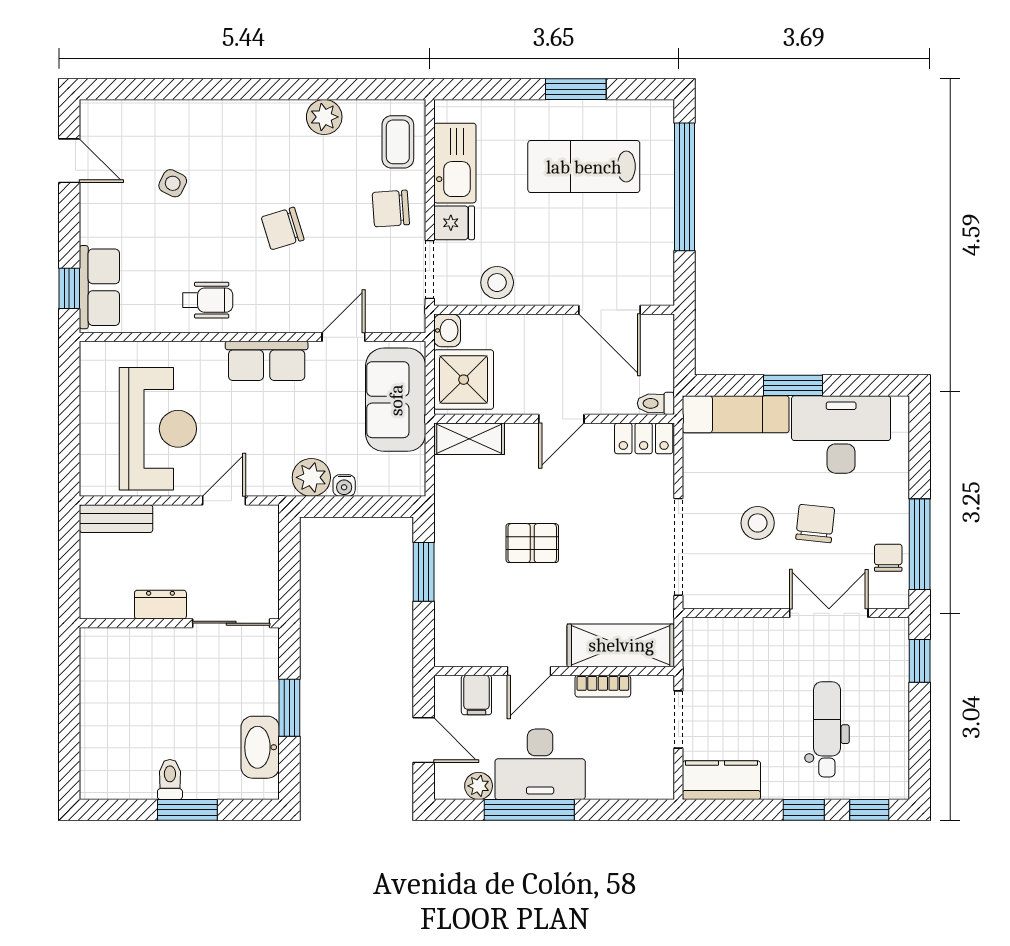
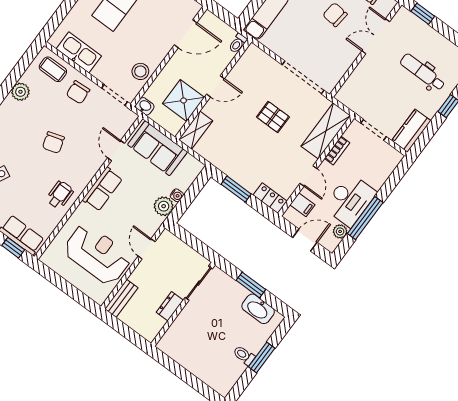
fridge: (454, 223) -> (103, 71), removed
shower: (464, 380) -> (184, 100), moved
door: (561, 419) -> (215, 86), hinge flipped
locker: (644, 438) -> (270, 198), moved, turned -90
stool: (758, 523) -> (317, 38), removed
pallet: (532, 543) -> (273, 117), moved, turned 90

